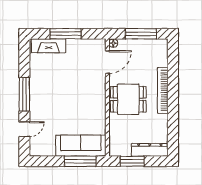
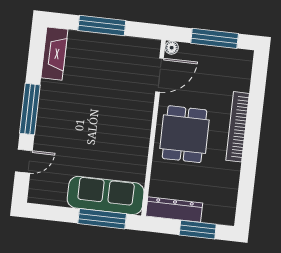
fireplace: (49, 46) -> (54, 54), moved, turned -90
dining table: (128, 99) -> (185, 134), turned 90
dresser: (150, 150) -> (174, 210), moved
window: (132, 161) -> (198, 230), moved

